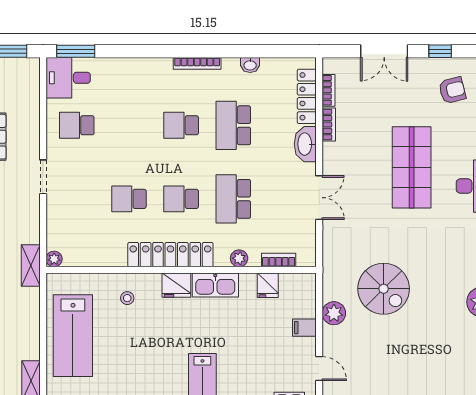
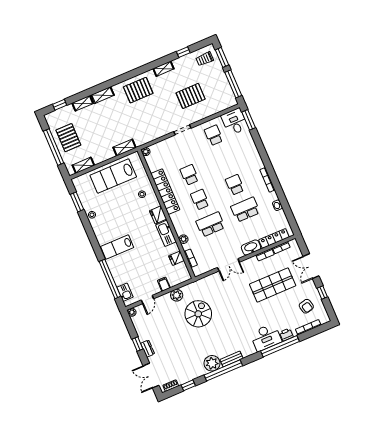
shop shelf: (412, 167) -> (273, 285), moved
locker: (170, 255) -> (165, 192), moved
shelving: (31, 265) -> (125, 148), moved
spiral stairs: (384, 289) -> (198, 314), turned 180

